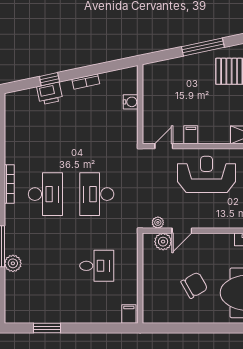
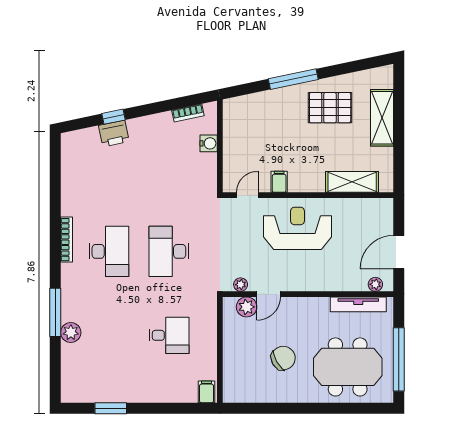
bookcase: (86, 82) -> (188, 113), moved

